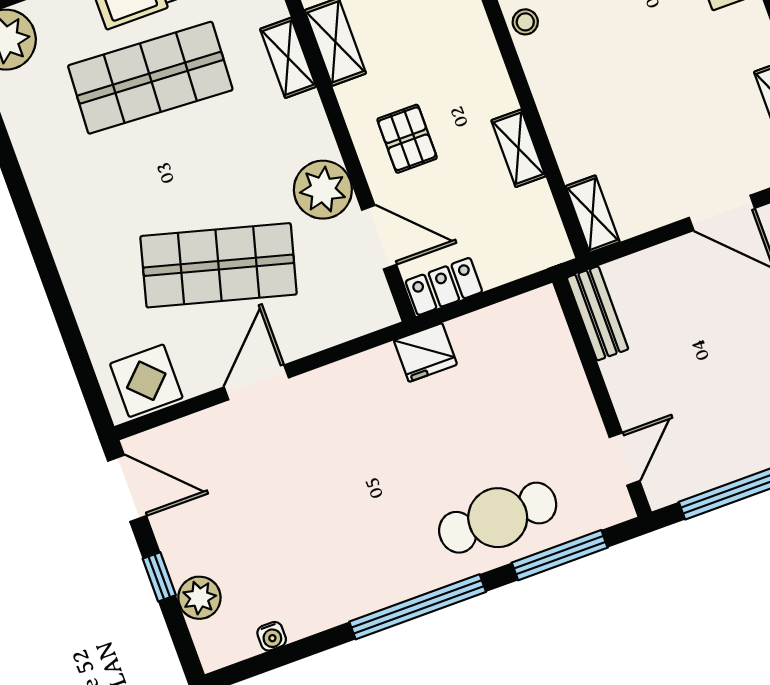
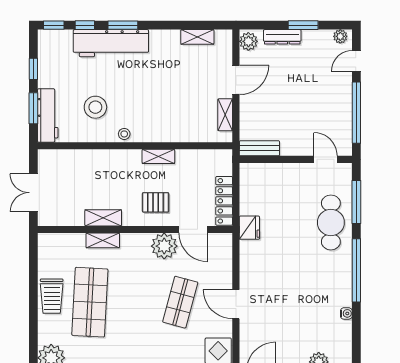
shelving: (518, 148) -> (158, 156), moved
shelving: (593, 214) -> (225, 115), moved, turned 90
door: (379, 237) -> (193, 229), swing flipped
shop shelf: (219, 265) -> (180, 302), width x0.70, depth x0.74
locker: (444, 286) -> (224, 201), width x1.53
water cooler: (272, 636) -> (346, 313), moved

